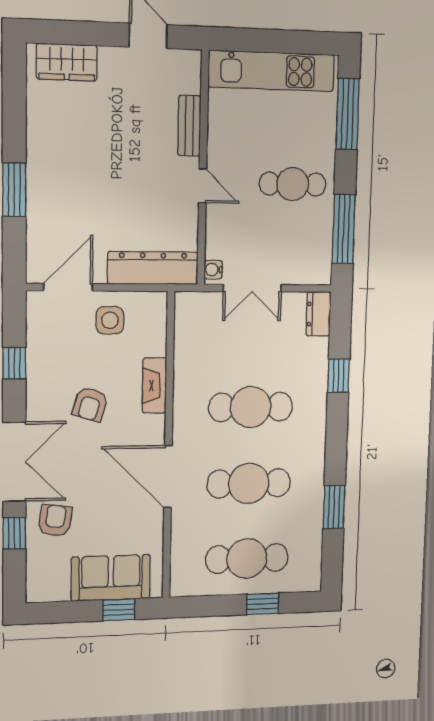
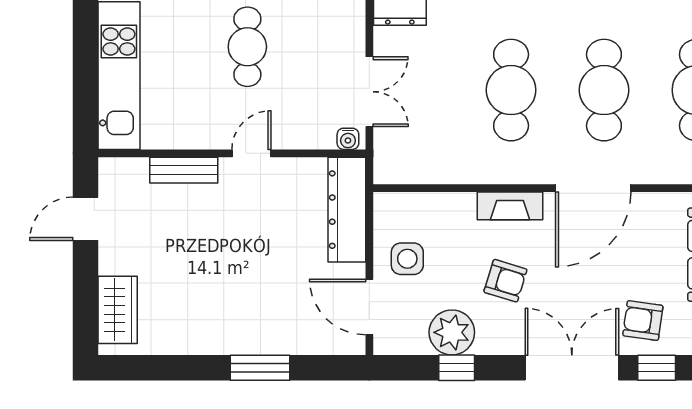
plant: (45, 359) -> (452, 332), added
fireplace: (154, 386) -> (510, 206), moved

